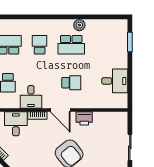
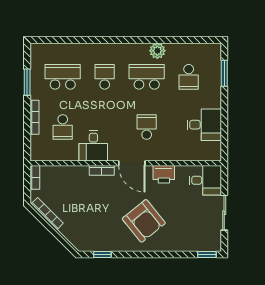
school desk: (71, 45) -> (147, 77), turned 180
school desk: (103, 45) -> (189, 77), added
school desk: (71, 83) -> (147, 127), turned -90
desk: (16, 124) -> (205, 180), moved, turned 90

